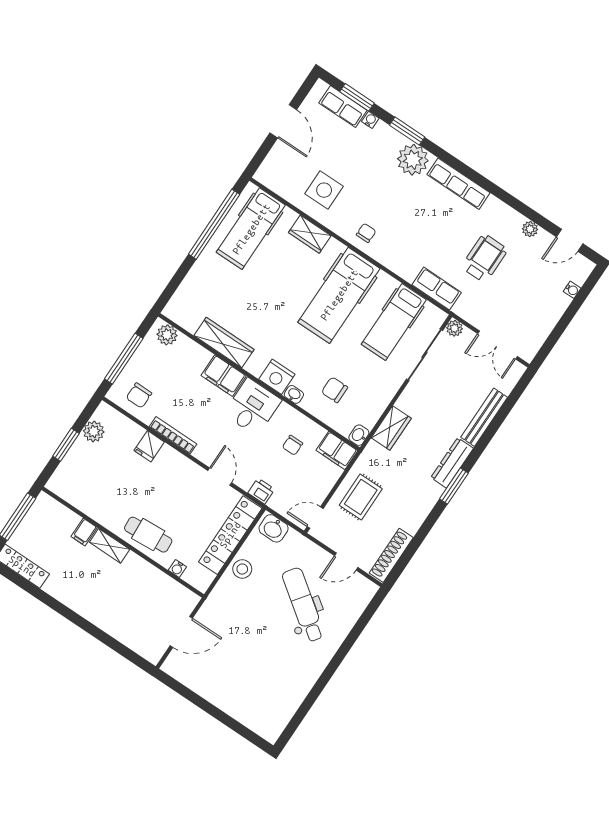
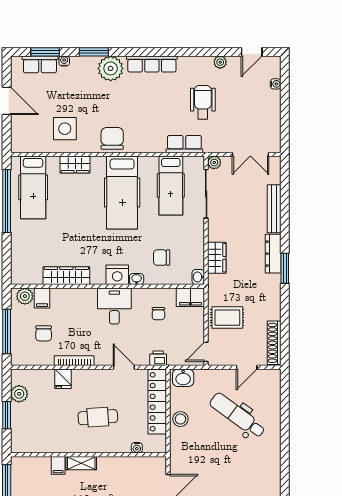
chair: (366, 233) -> (112, 138), width x1.87, depth x1.87
filing cabinet: (224, 376) -> (42, 298), moved, width x0.50
chair: (139, 396) -> (44, 333), moved
rug: (361, 497) -> (227, 318), turned 90
cafe table: (148, 535) -> (98, 417), moved

